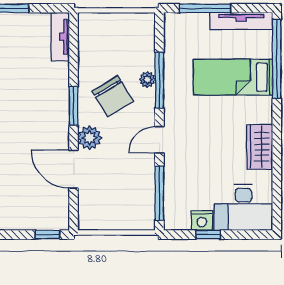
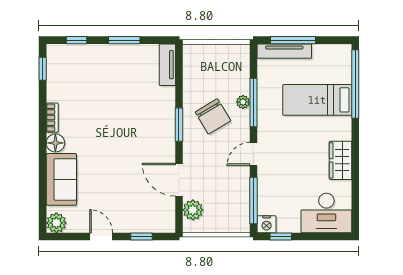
tv unit: (241, 21) -> (284, 51), moved
plant: (89, 138) -> (193, 210), moved
nightstand: (202, 220) -> (267, 224), moved
window: (48, 235) -> (142, 236), moved
window: (208, 235) -> (281, 236), moved

